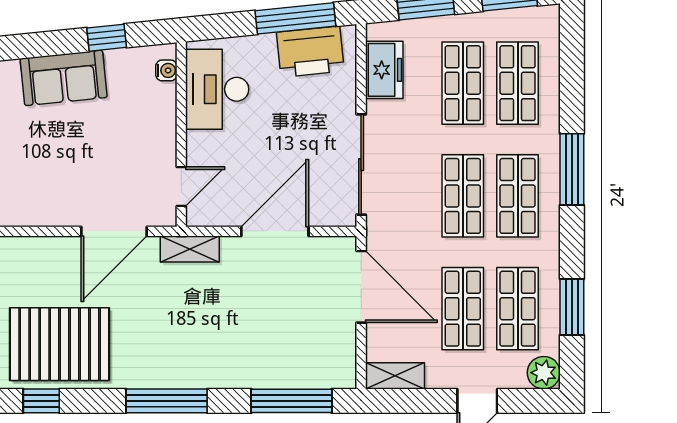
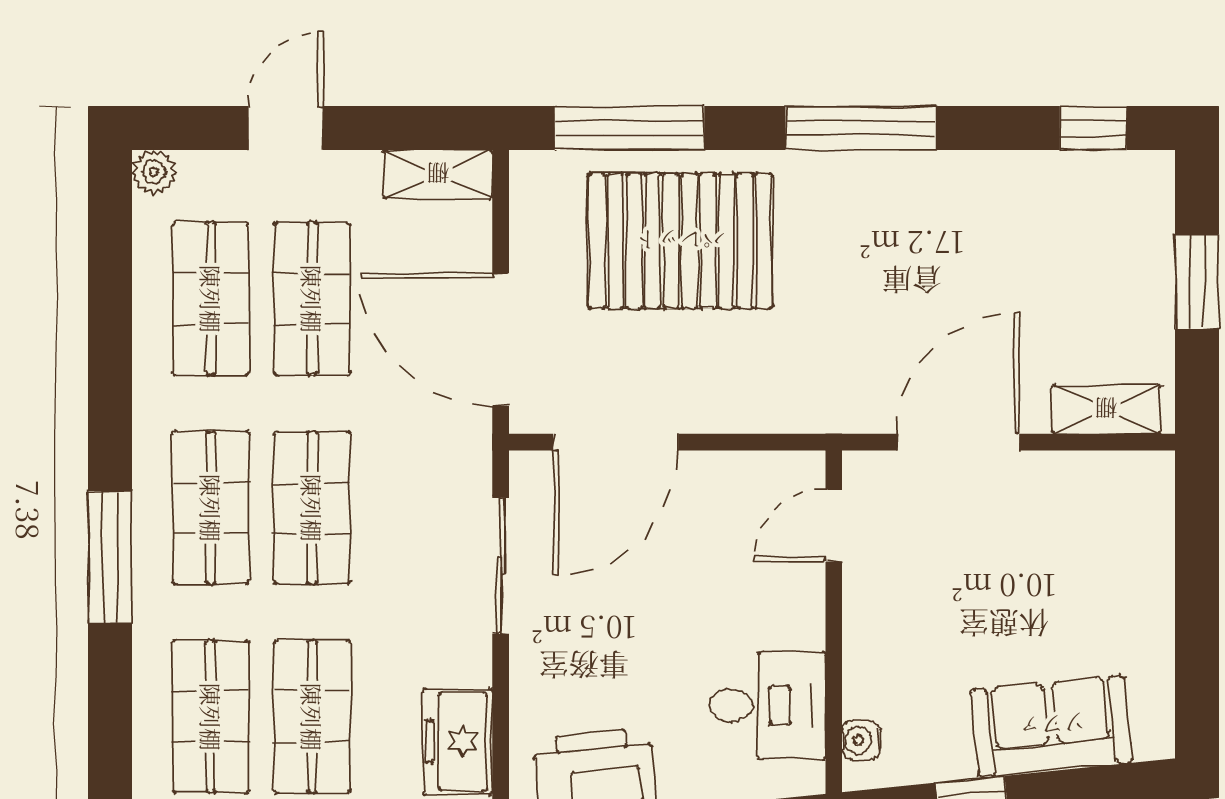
desk: (217, 89) -> (767, 705), width x0.73
sliding door: (361, 165) -> (501, 566), width x0.73
door: (275, 231) -> (616, 442), moved
shelving: (190, 249) -> (1106, 409), moved
window: (572, 307) -> (110, 302), removed
pallet: (60, 344) -> (680, 241), moved
plant: (544, 373) -> (154, 172), width x0.73, depth x0.73

